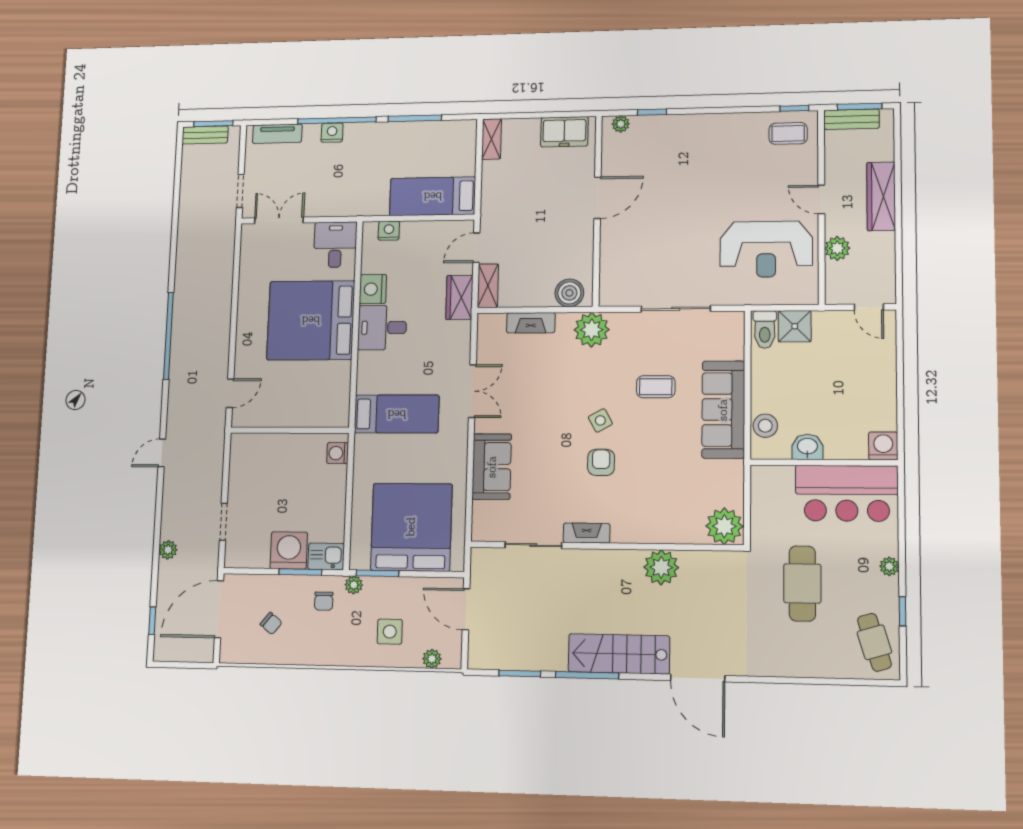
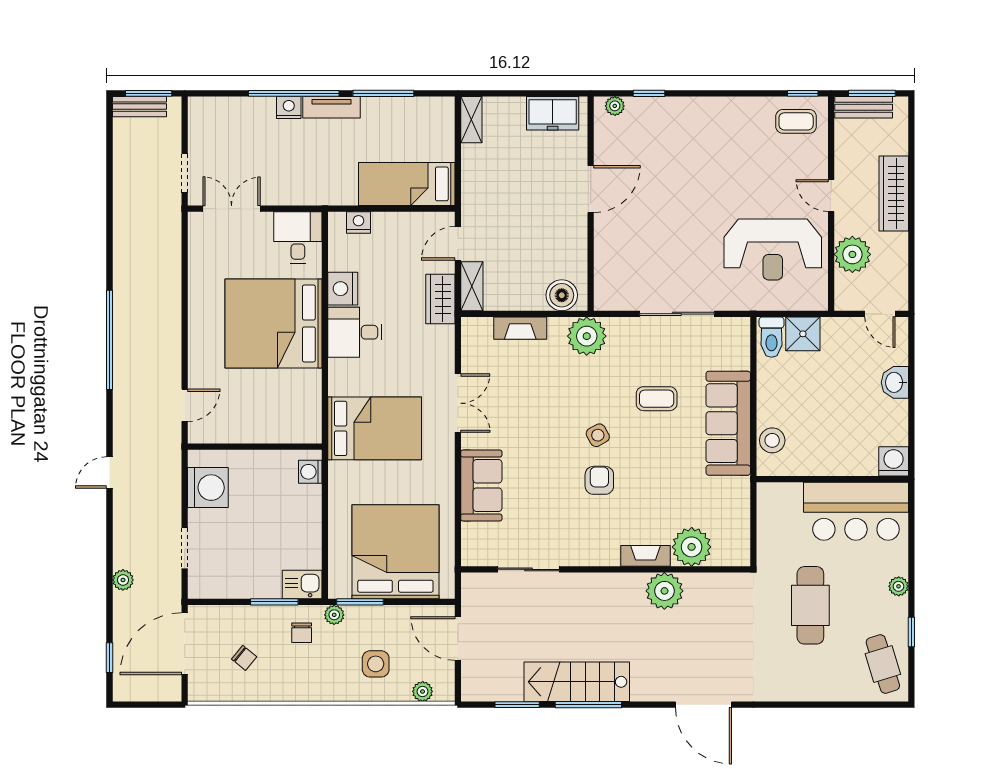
tv unit: (277, 134) -> (332, 107), moved
plant: (837, 248) -> (852, 254), width x1.36, depth x1.36
bed: (397, 414) -> (375, 428), width x1.50
washbasin: (807, 447) -> (895, 382), moved, turned -90
plant: (724, 526) -> (692, 547), moved
fireplace: (587, 533) -> (646, 556), moved
washing machine: (289, 550) -> (208, 488), moved, turned 90
stairs: (619, 654) -> (577, 682), moved

